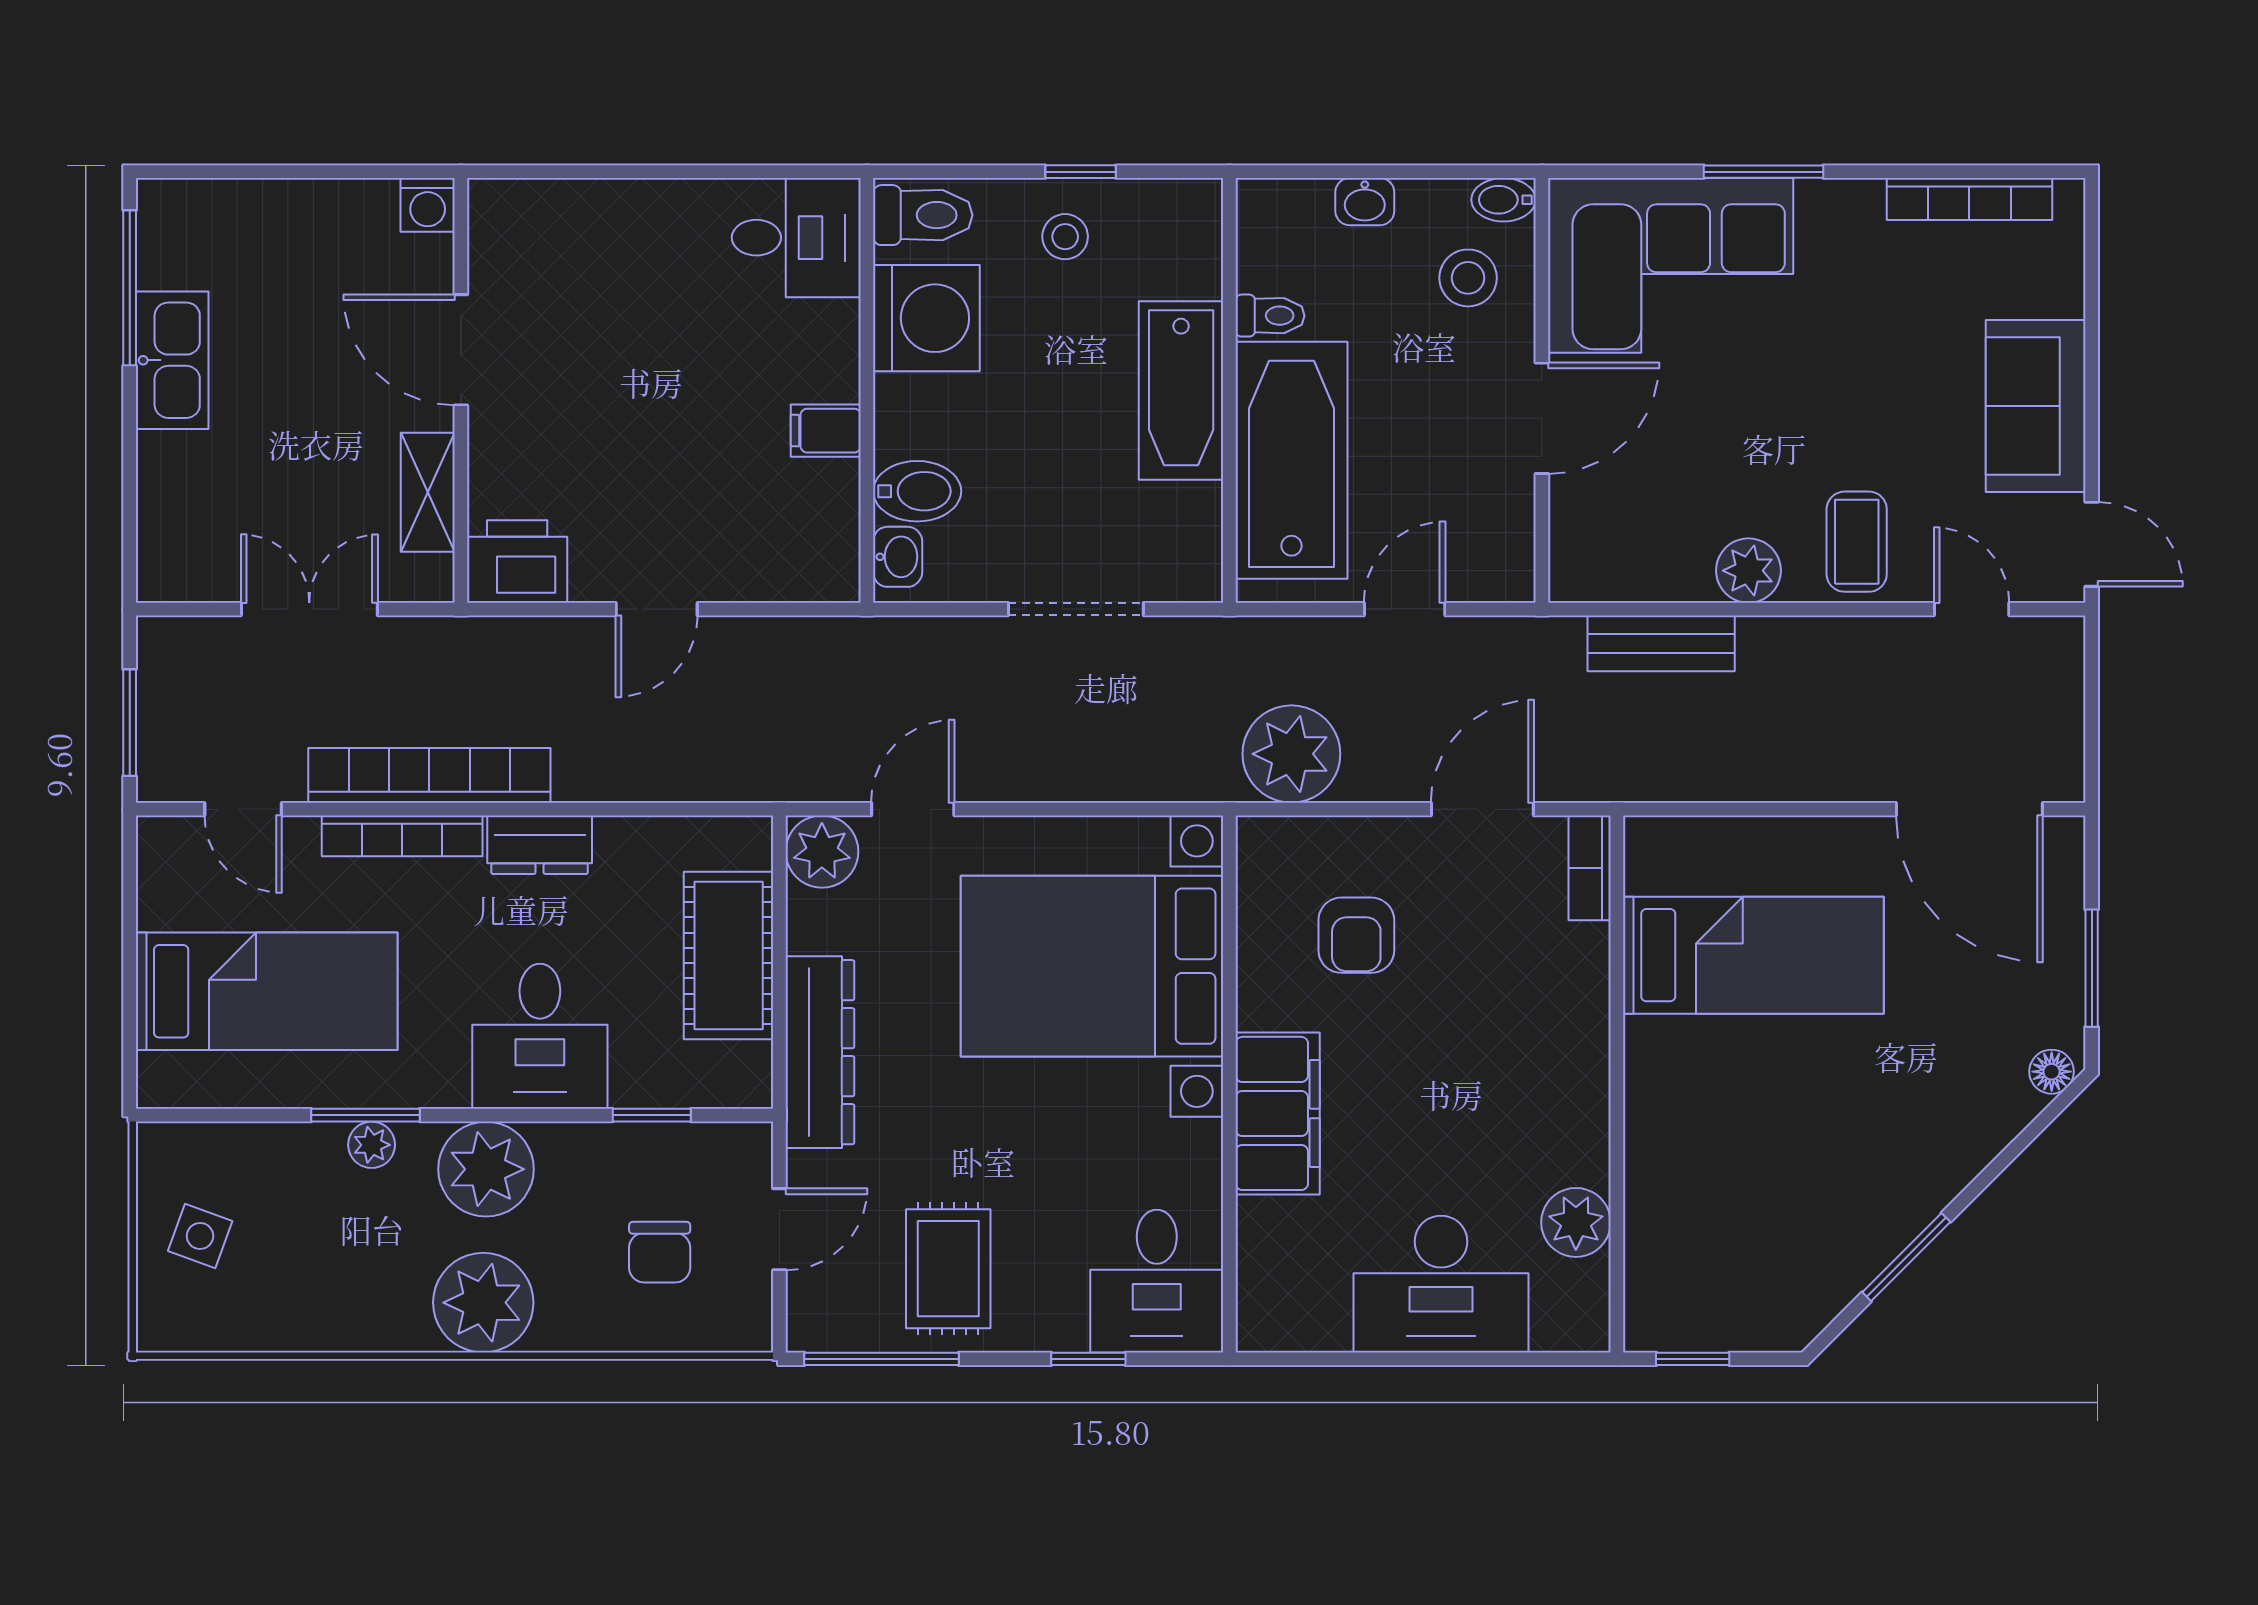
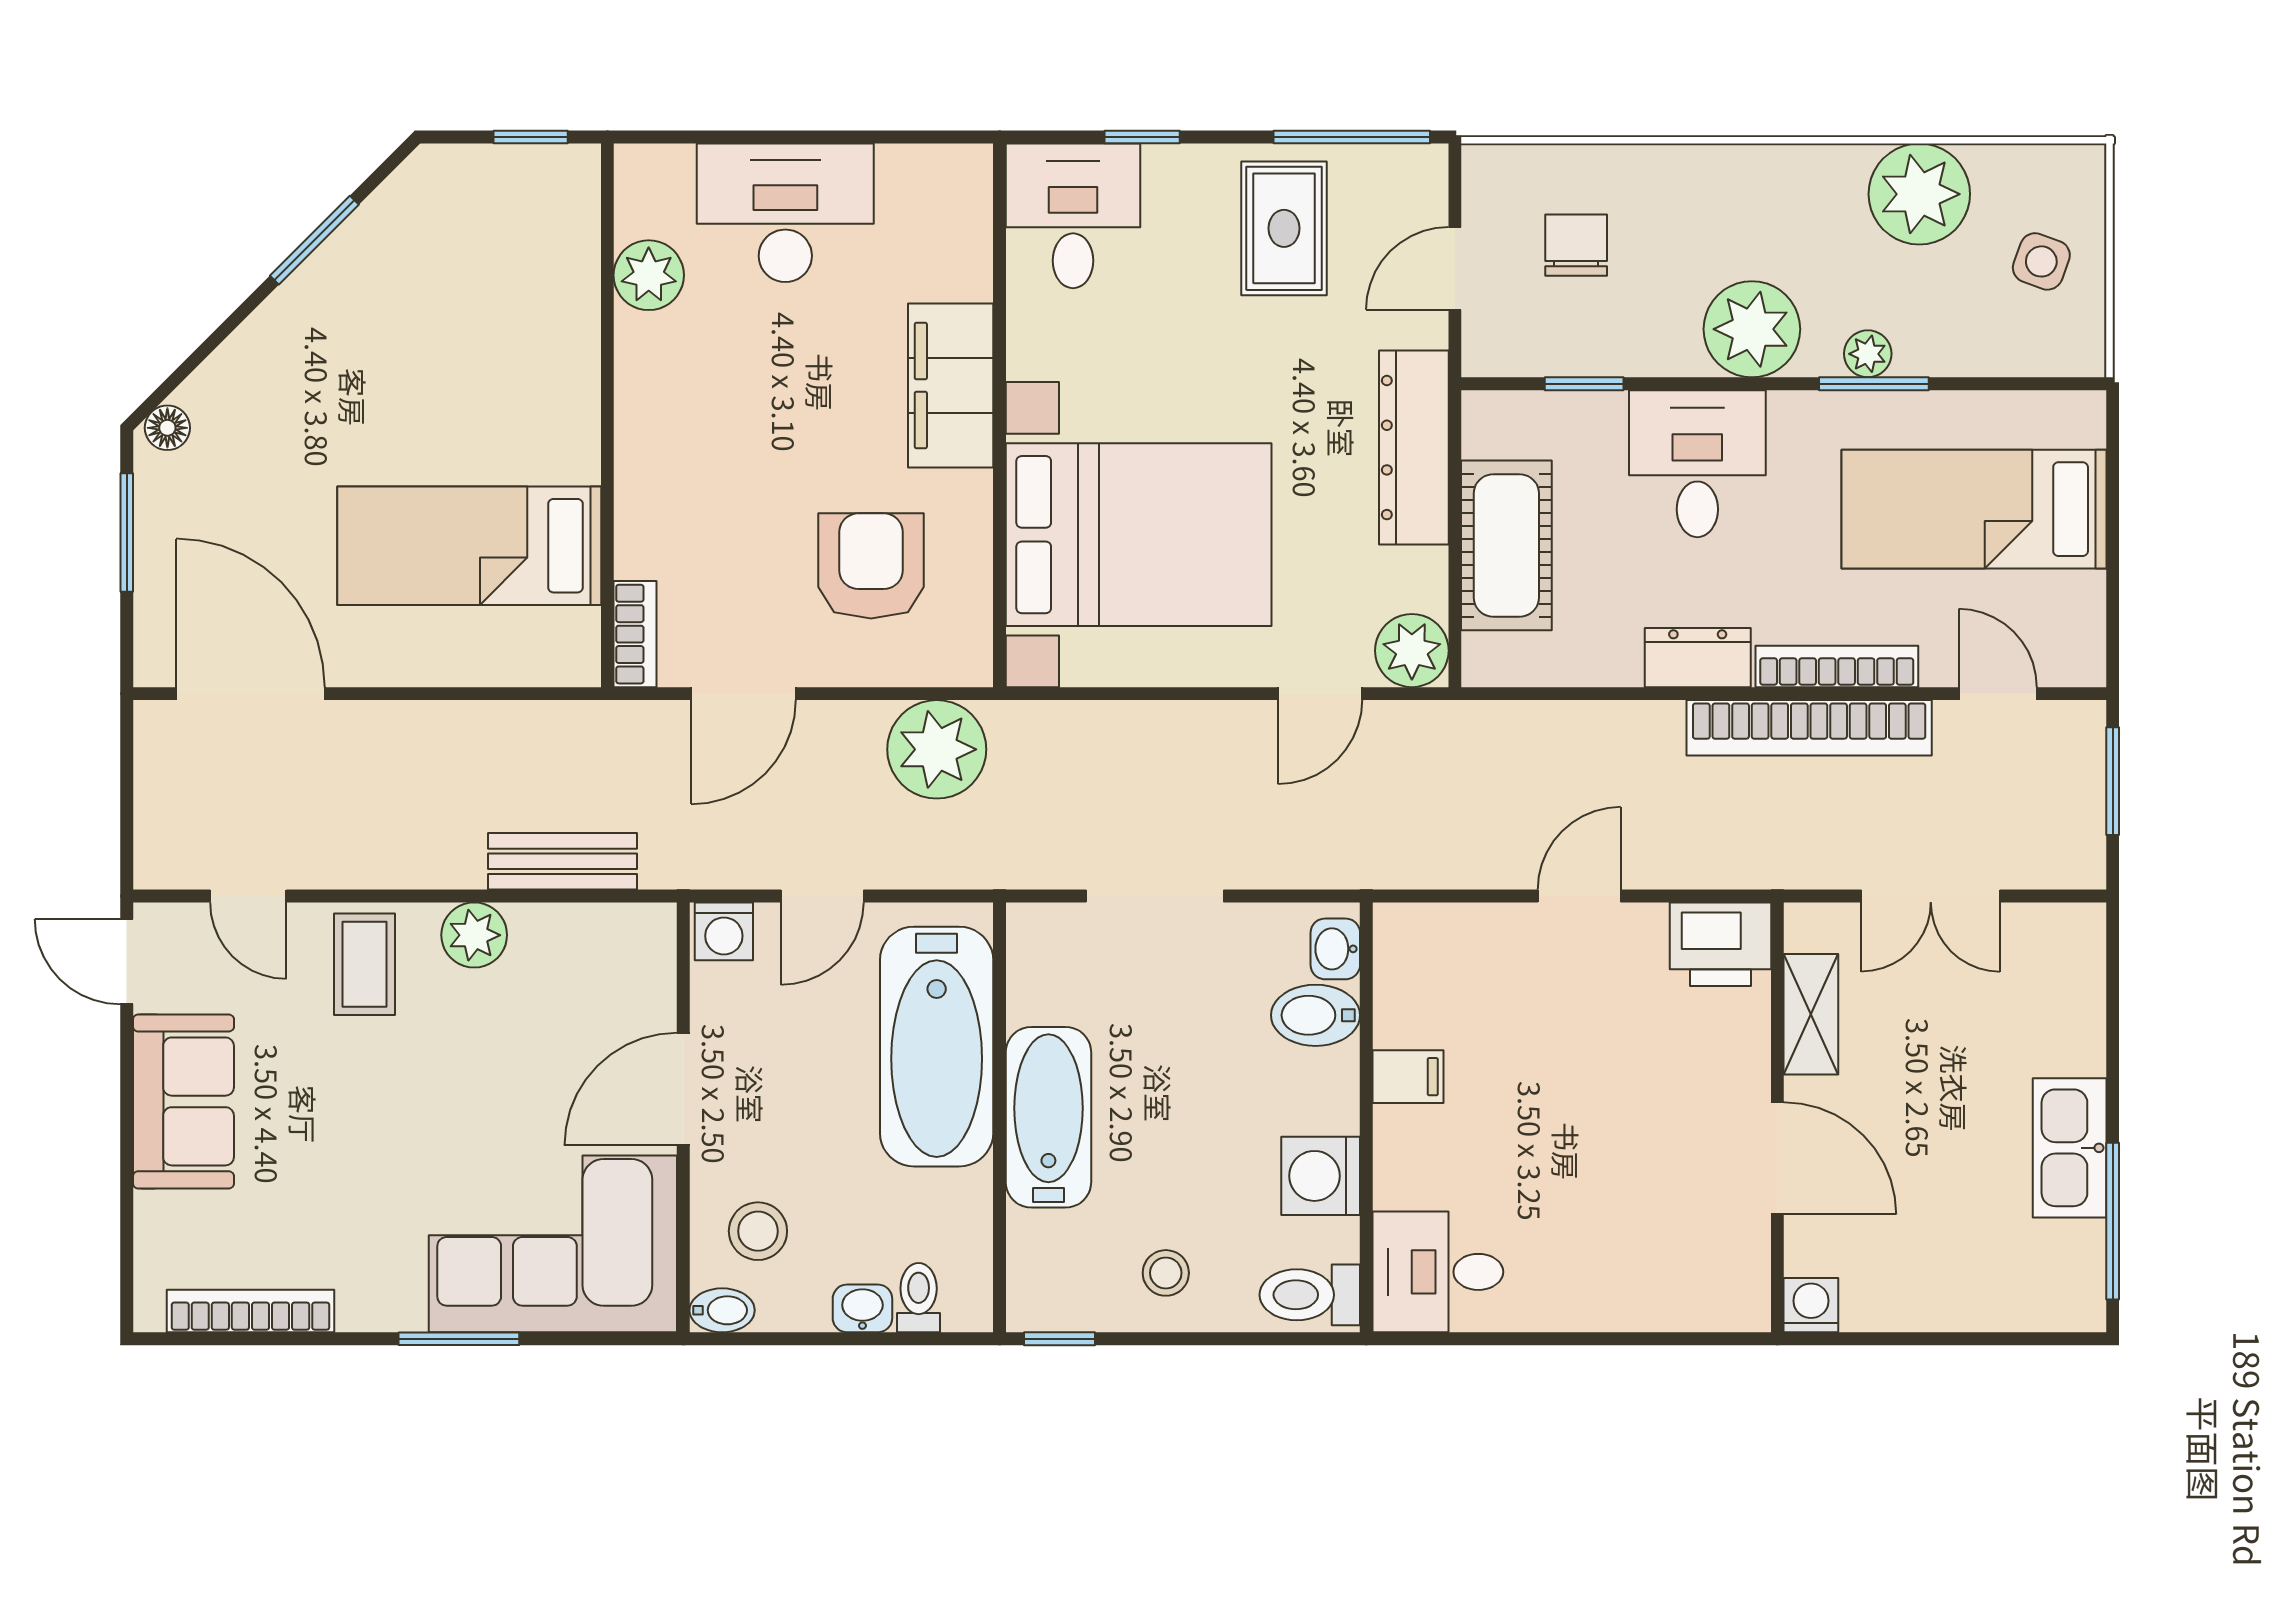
window: (1081, 172) -> (1060, 1339), moved
toilet: (1270, 316) -> (919, 1298), moved, turned 90
washing machine: (926, 318) -> (1321, 1176), width x0.73, depth x0.73
washing machine: (1502, 574) -> (724, 931), added
armchair: (1356, 935) -> (871, 566), width x1.38, depth x1.38
plant: (483, 1303) -> (1919, 194), moved

